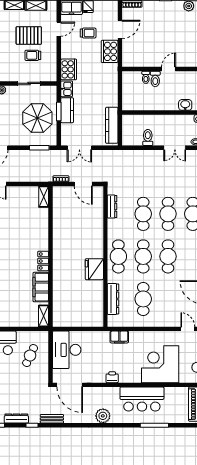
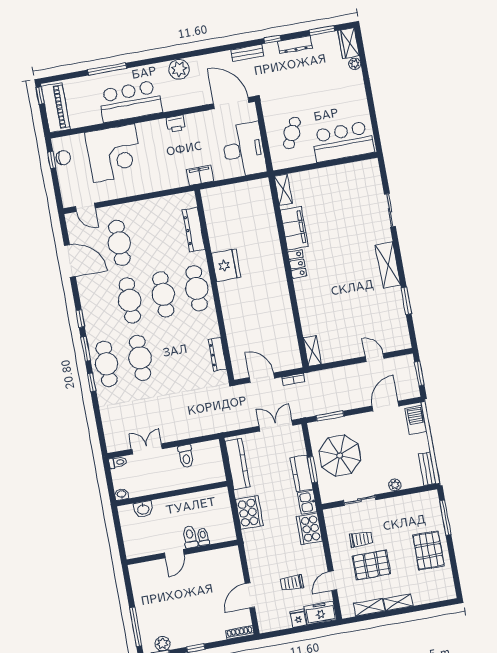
cooker: (110, 51) -> (249, 512), moved
cafe table: (143, 214) -> (174, 352), removed
cafe table: (143, 299) -> (119, 243), moved
filing cabinet: (119, 337) -> (200, 175), moved

